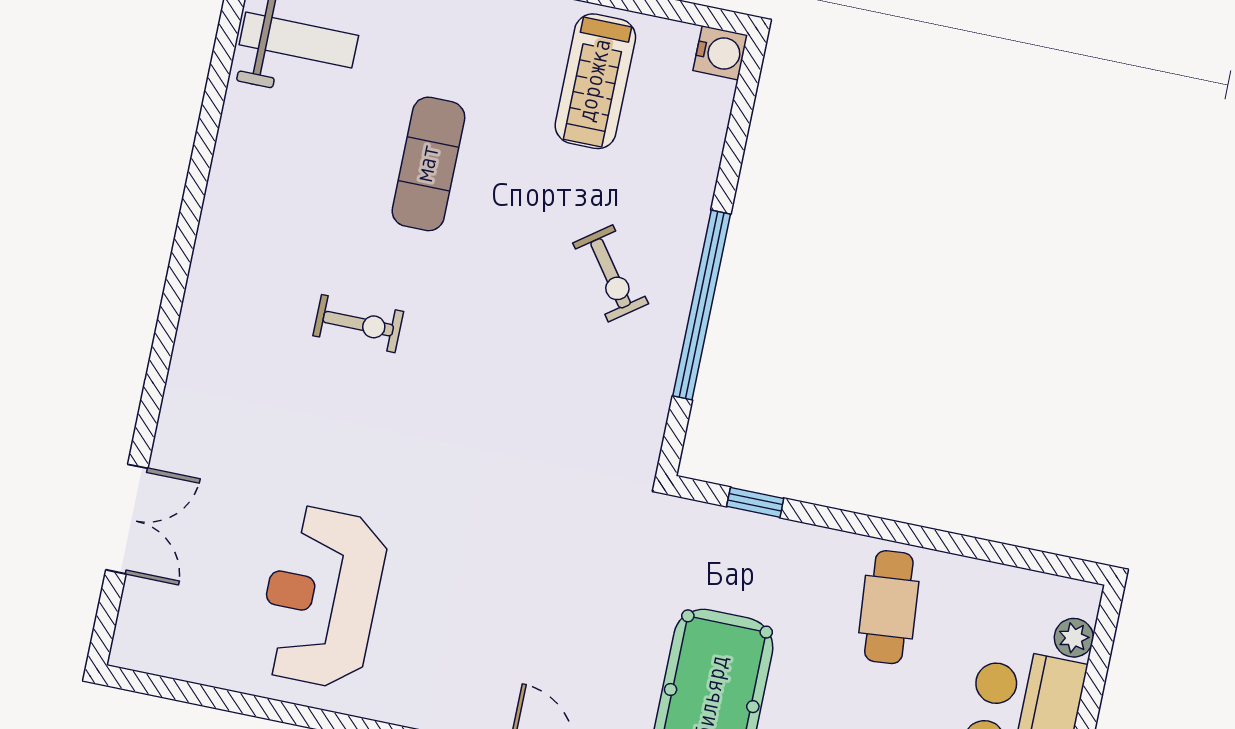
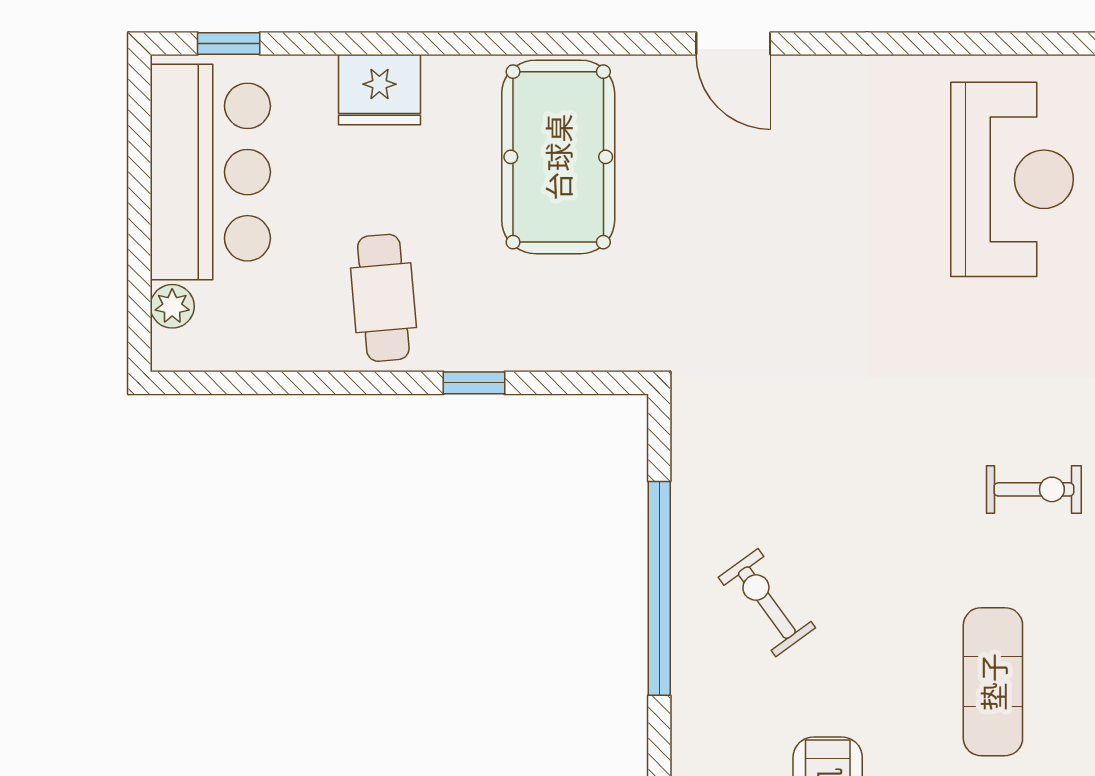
exercise bike: (358, 324) -> (1034, 489), turned 180
window: (755, 502) -> (474, 383), moved

